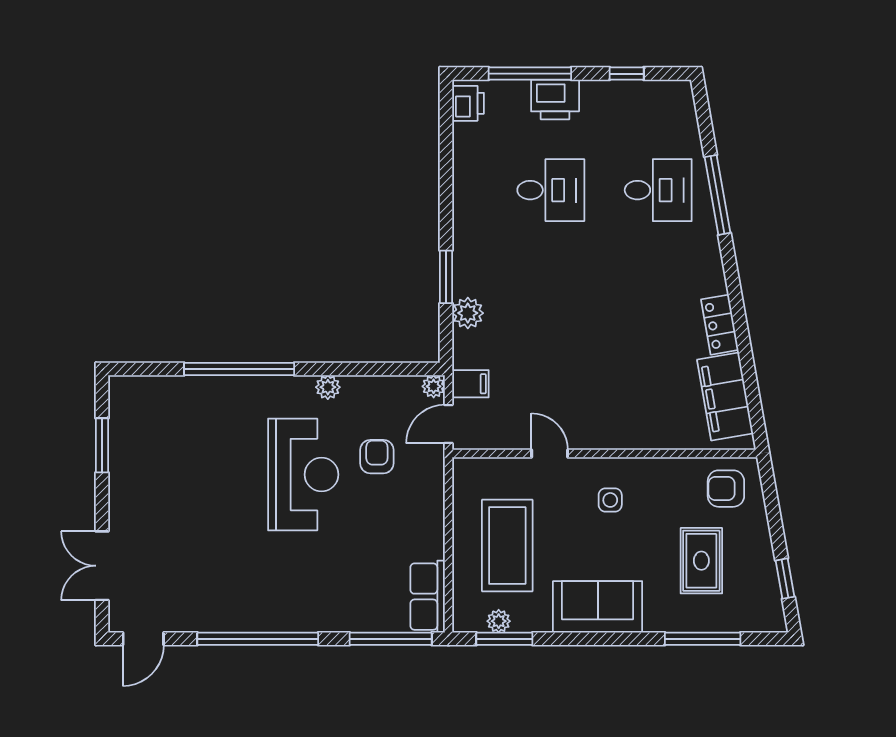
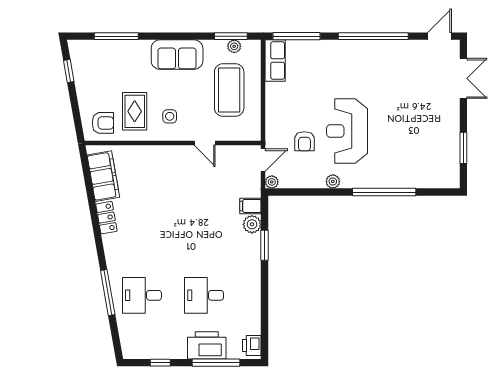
printer: (555, 99) -> (207, 345), width x1.37, depth x1.19
filing cabinet: (470, 384) -> (250, 206), moved
rug: (701, 561) -> (135, 111), moved

